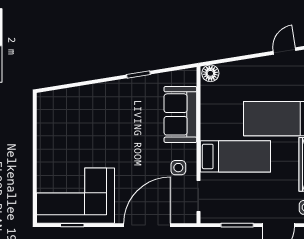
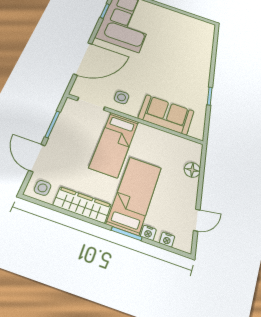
door: (285, 51) -> (197, 220), hinge flipped
floor lamp: (210, 73) -> (192, 170), moved
door: (147, 225) -> (83, 59), hinge flipped

